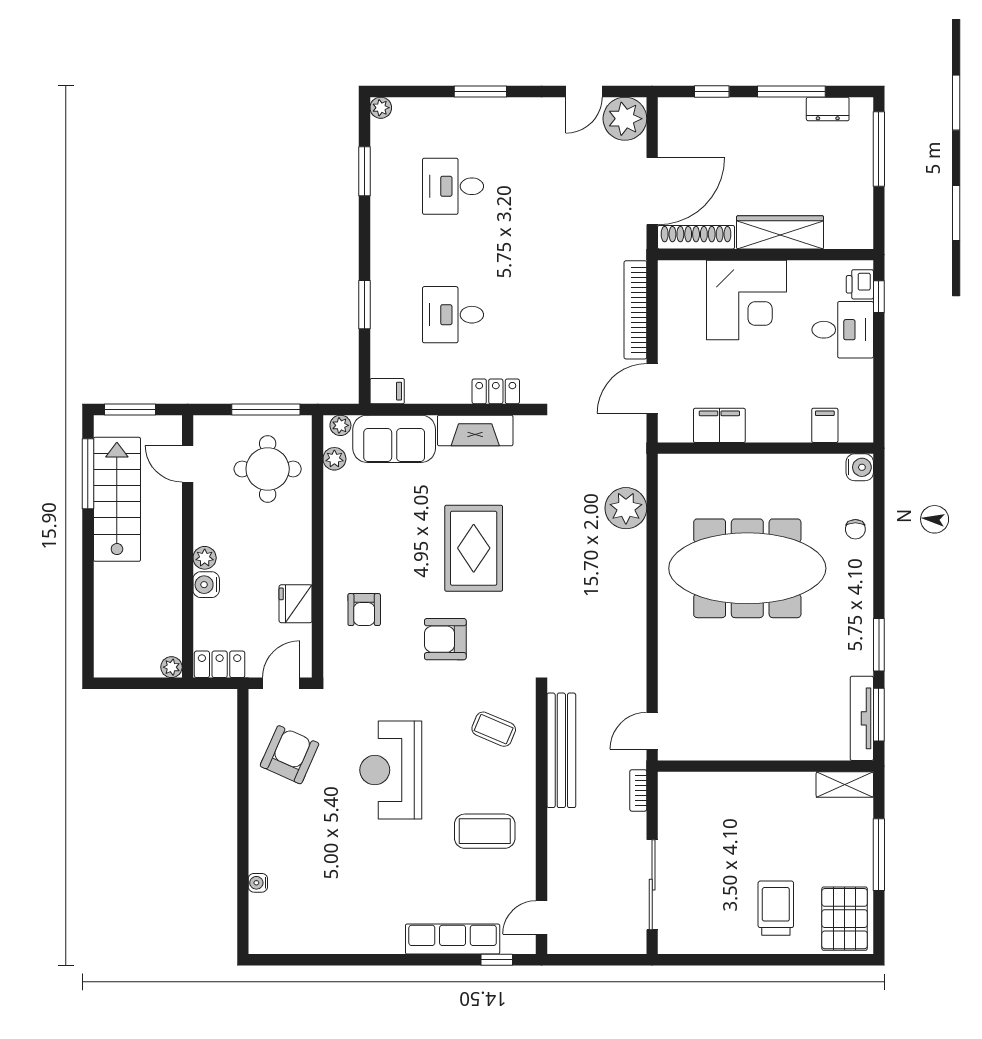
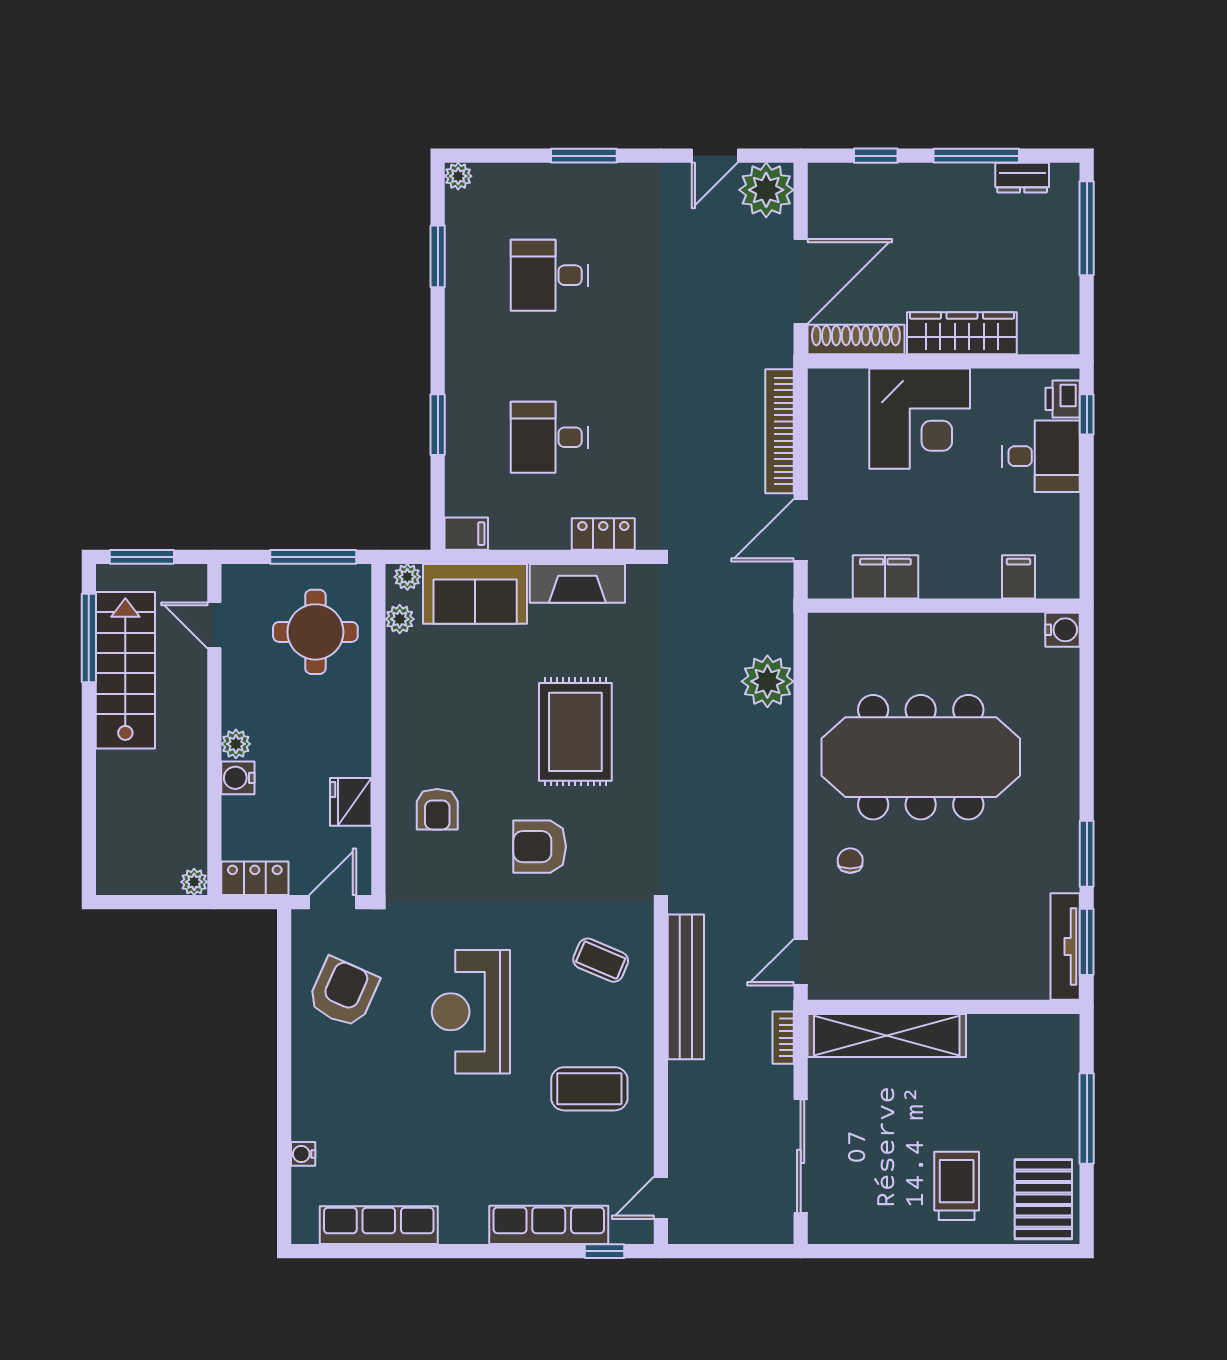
chair: (855, 529) -> (850, 861), moved, turned 180
shelving: (845, 785) -> (887, 1035), moved, width x2.20, depth x1.33
row of seats: (318, 939) -> (379, 1225), added

